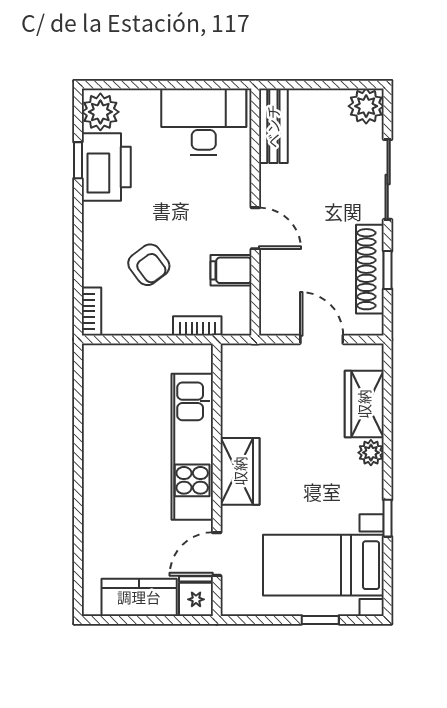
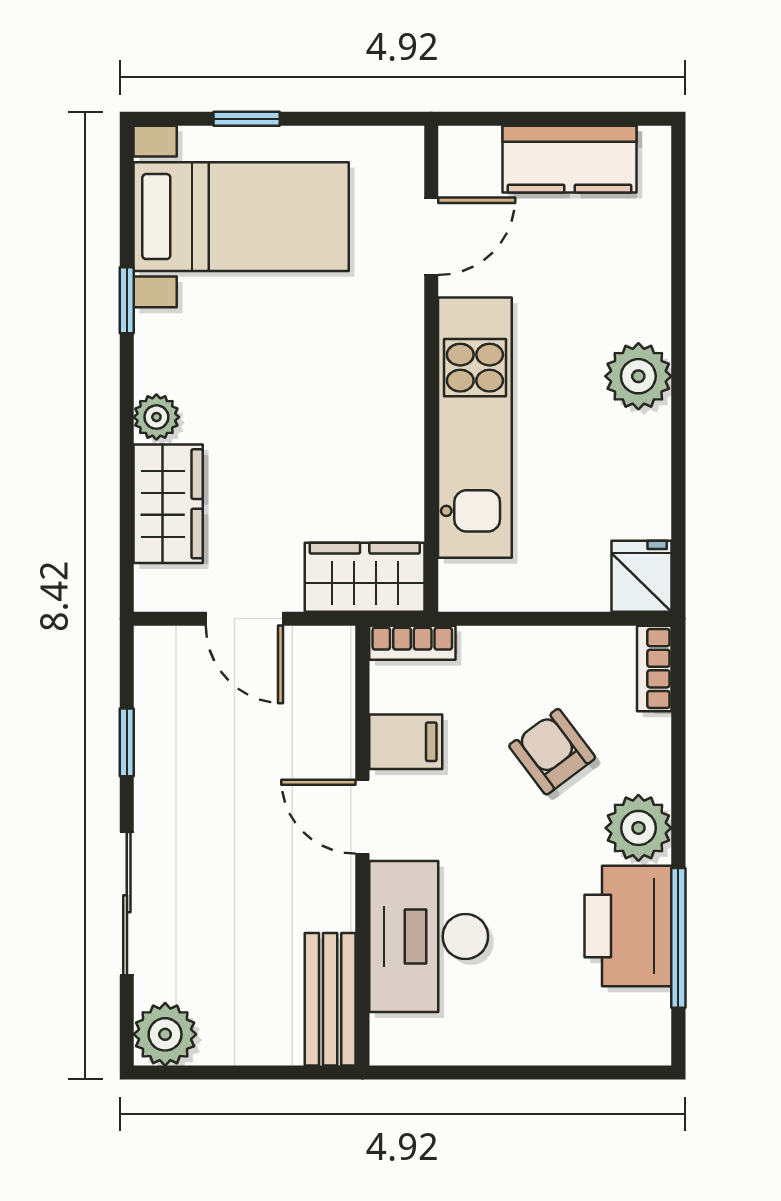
plant: (100, 112) -> (638, 828), moved
desk: (204, 122) -> (429, 936), moved, turned 90
window: (78, 160) -> (678, 938), width x2.17
shoe rack: (370, 269) -> (158, 744), removed
bookcase: (197, 326) -> (412, 643), moved
wardrobe: (240, 471) -> (365, 577), moved, turned 90
plant: (100, 476) -> (638, 376), added
fridge: (196, 596) -> (642, 576), moved, turned 180

